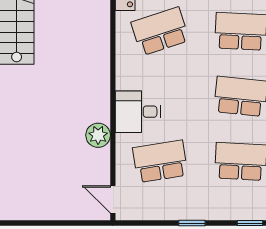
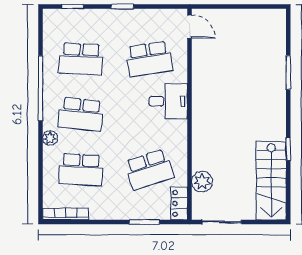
plant: (98, 135) -> (202, 182), moved

